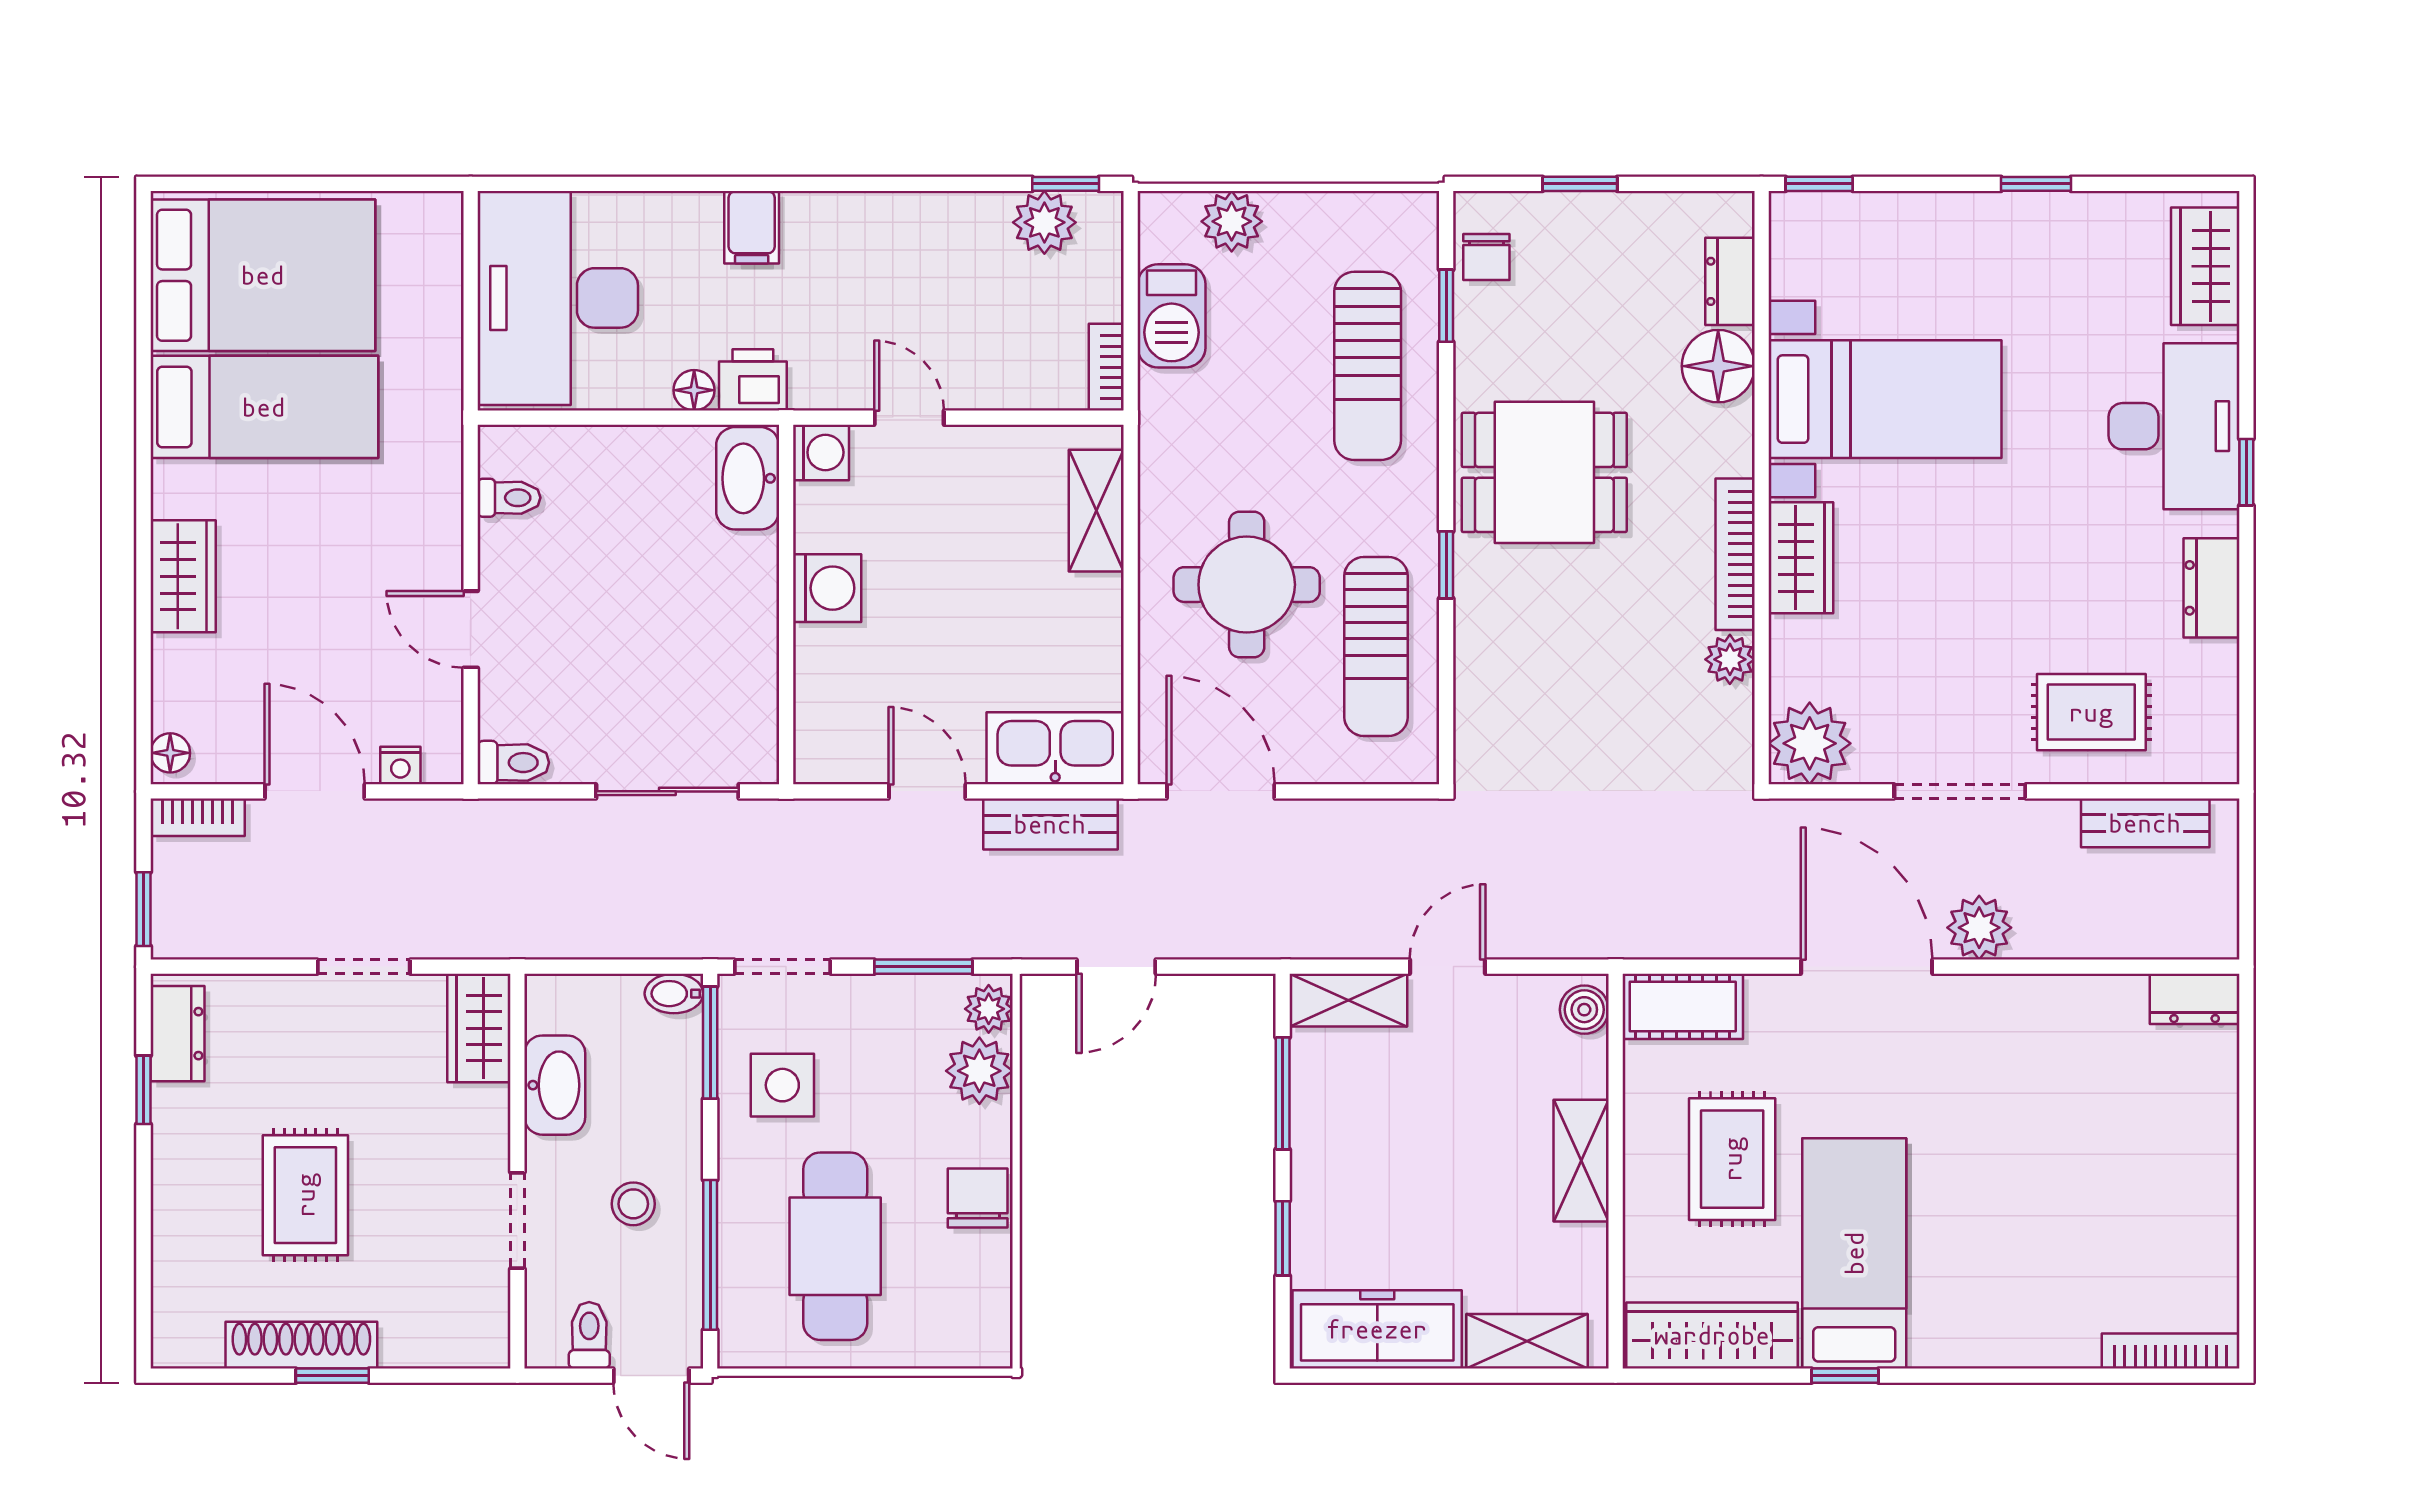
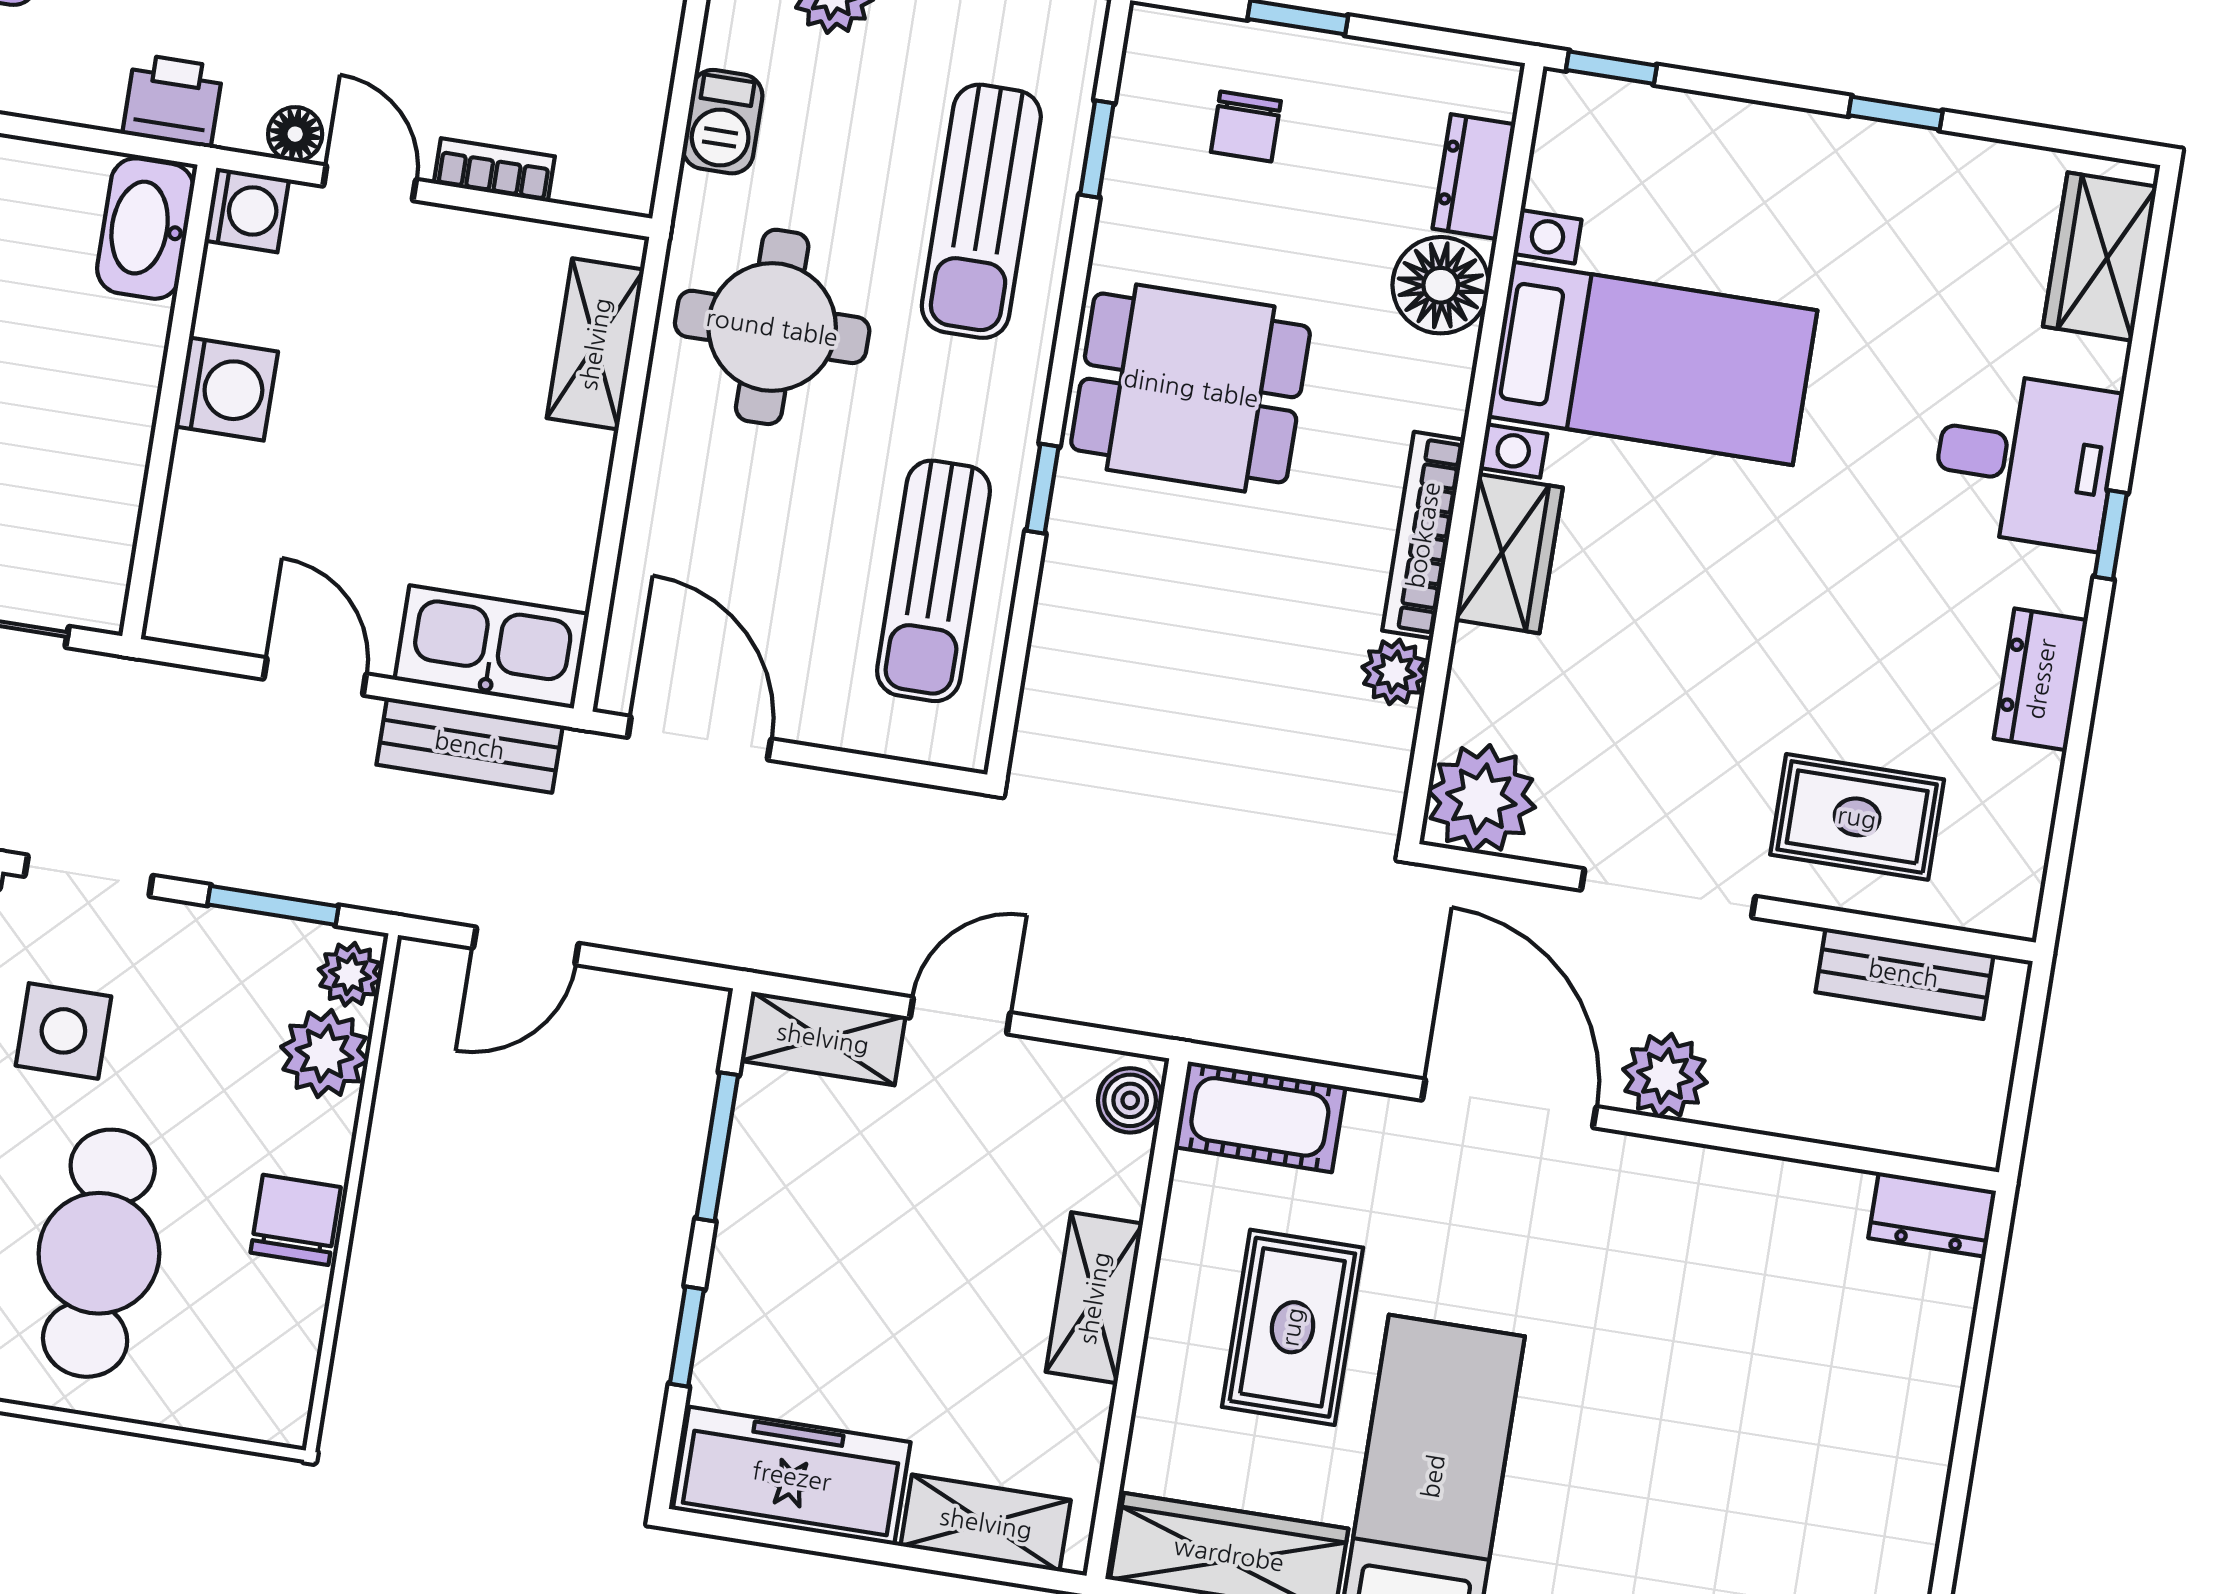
chair: (1486, 257) -> (1246, 127), moved
barbecue: (1171, 316) -> (723, 122), width x0.73, depth x0.79
bookcase: (1106, 367) -> (494, 170), moved, turned 90
floor lamp: (694, 390) -> (295, 134), moved
desk: (2174, 426) -> (2026, 460), width x0.73
round table: (1247, 585) -> (772, 327), moved

